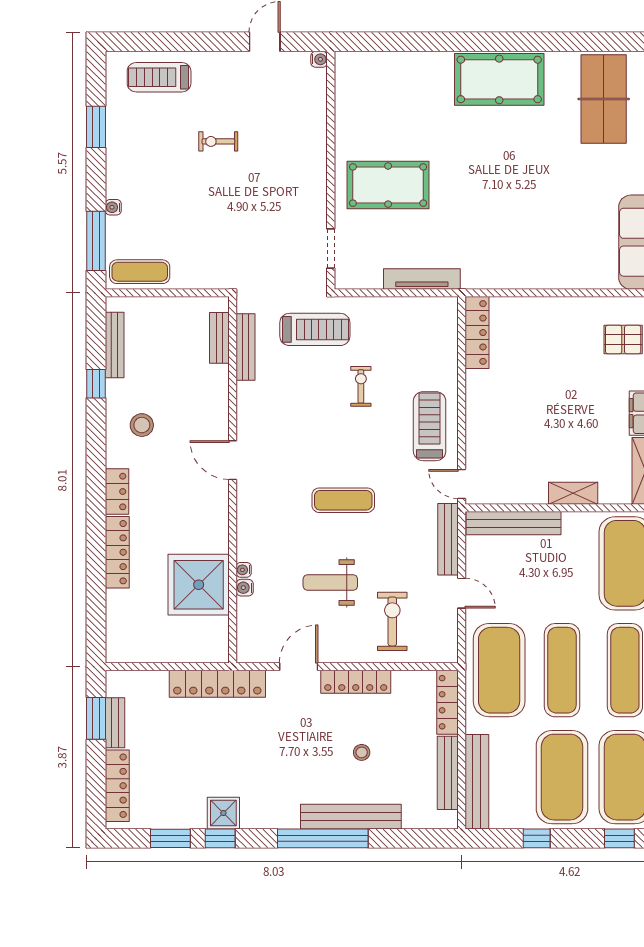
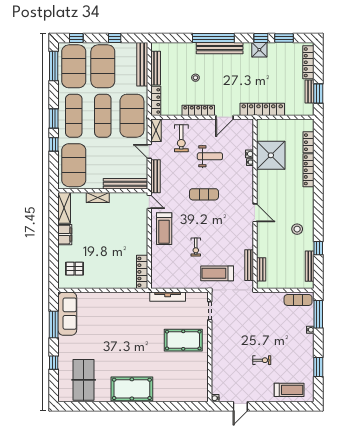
locker: (117, 492) -> (309, 142), moved
shelving: (447, 639) -> (156, 130), added
bench: (351, 817) -> (220, 48), moved

